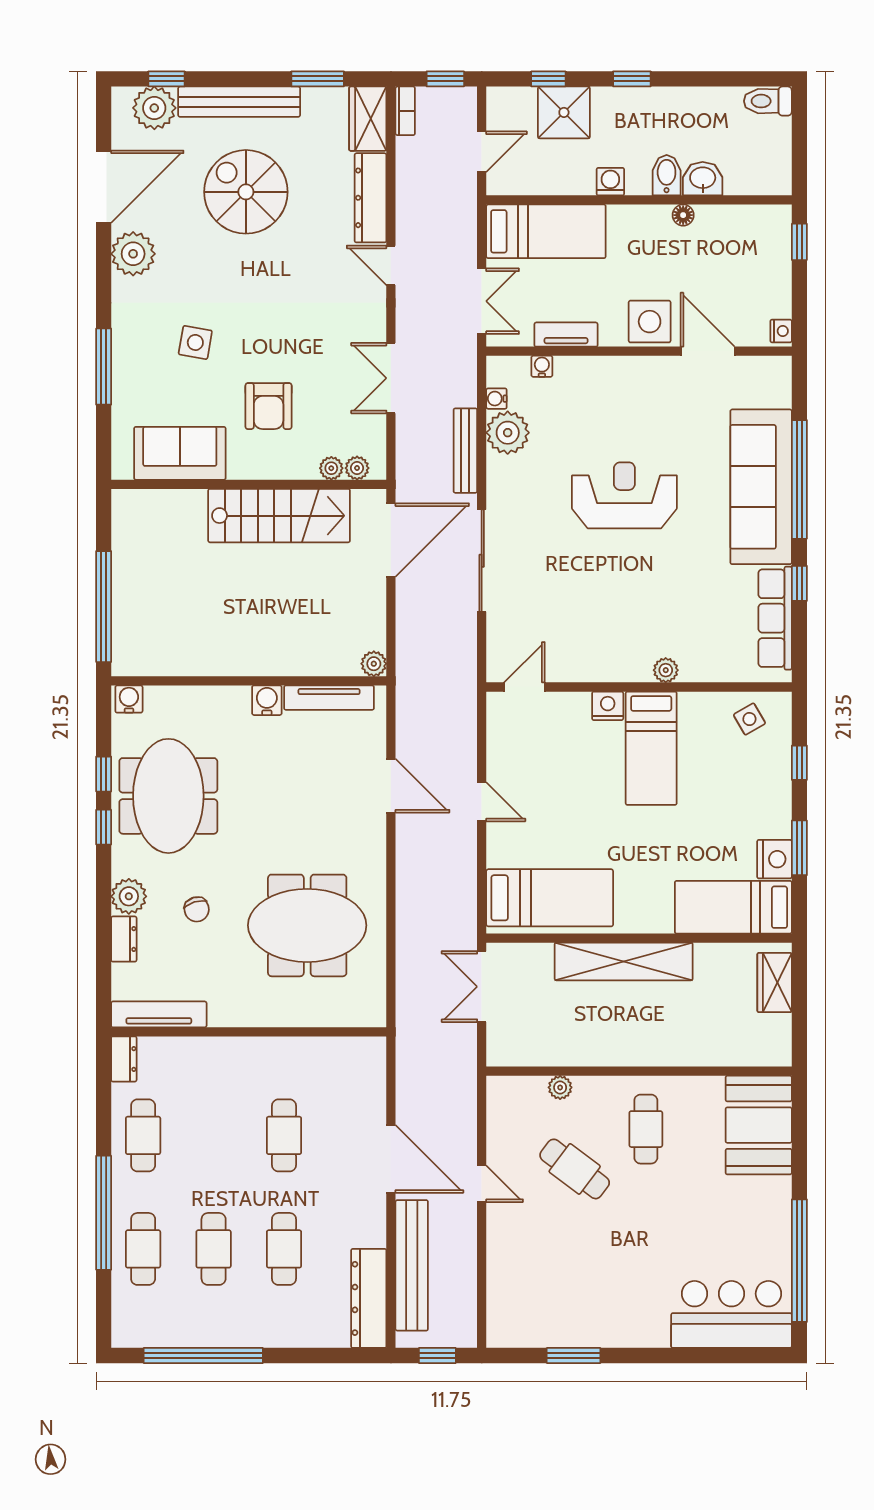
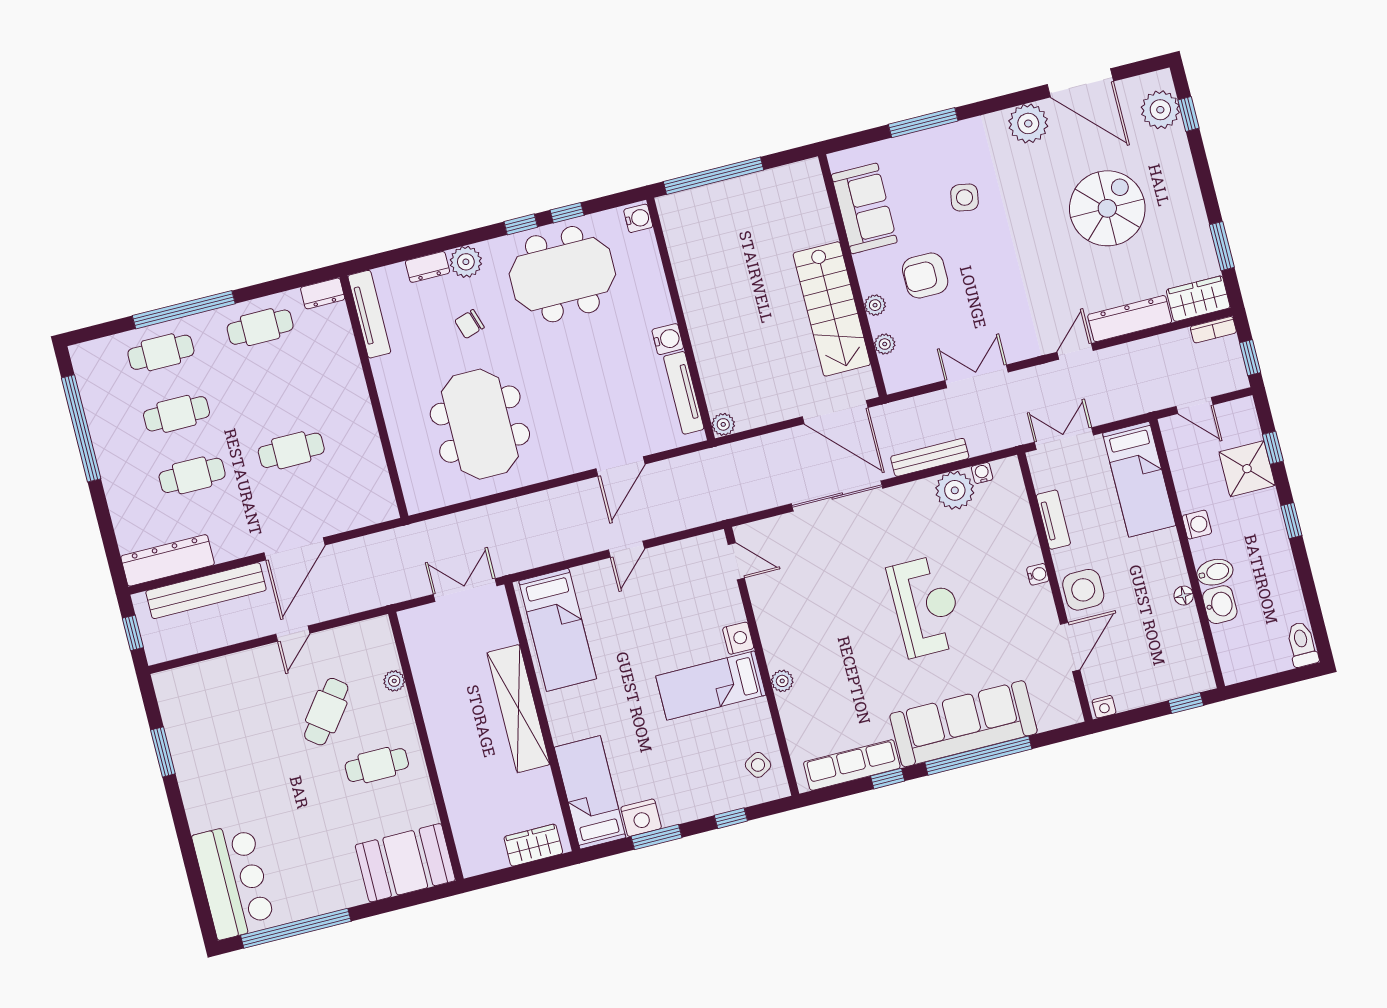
bench: (239, 102) -> (1185, 183), removed
double door: (482, 301) -> (1064, 439), swing flipped
water cooler: (542, 366) -> (1038, 574), moved
plant: (357, 468) -> (875, 305), moved

